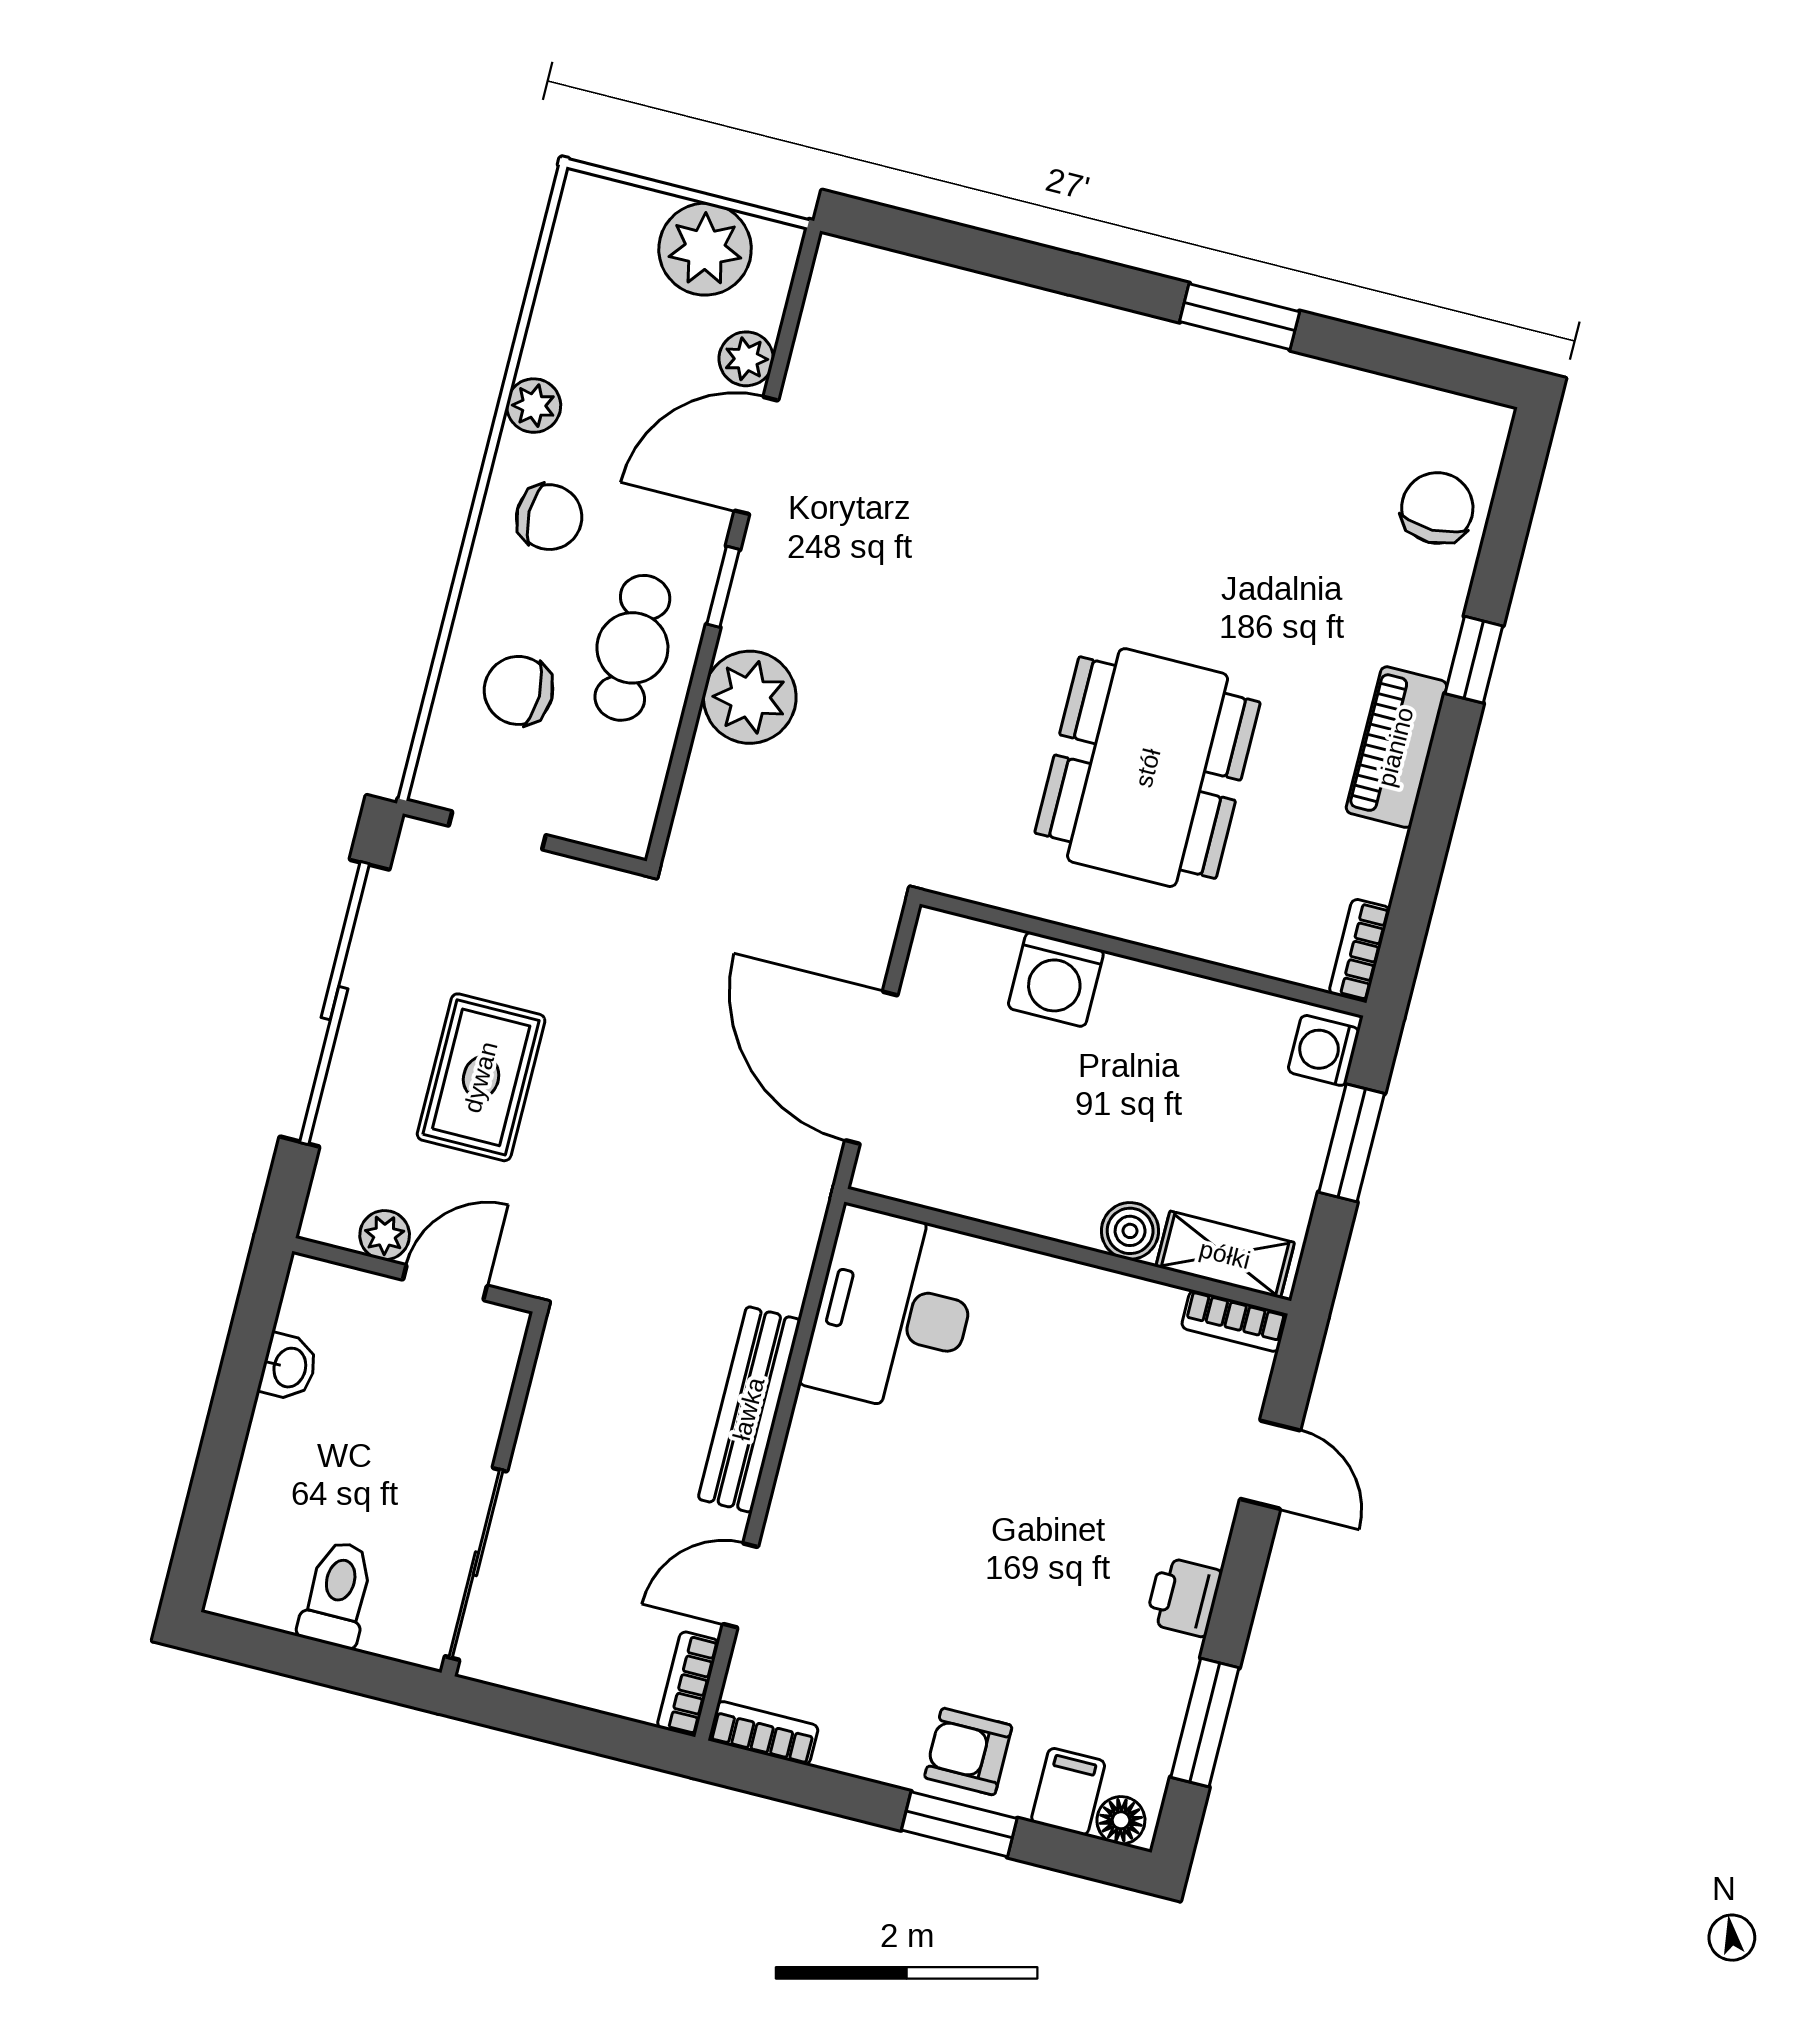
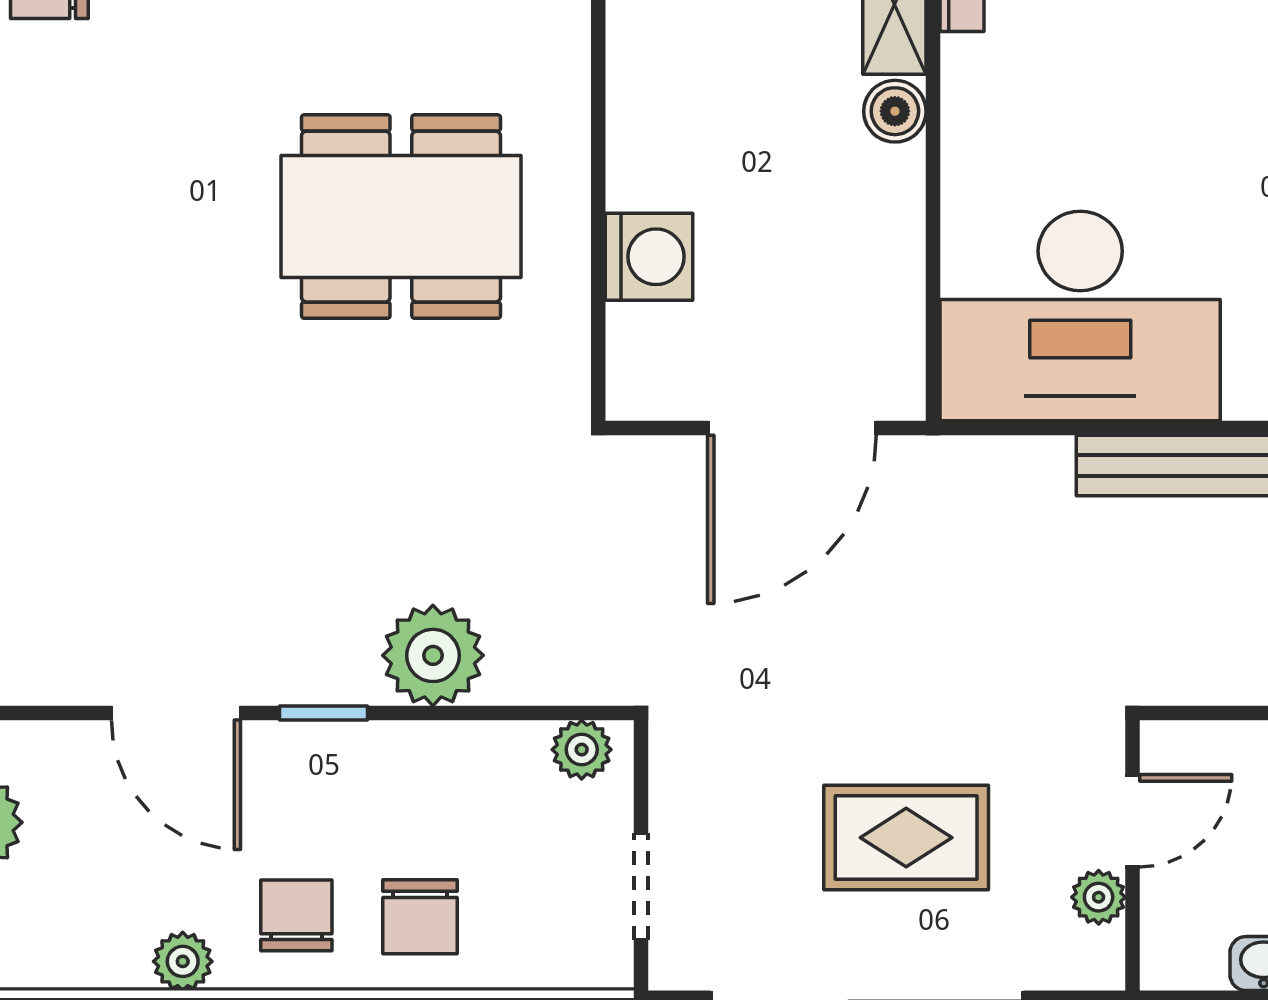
plant: (746, 359) -> (582, 750), moved
cafe table: (632, 648) -> (412, 792), removed
chair: (518, 690) -> (420, 917), moved
door: (445, 1283) -> (1133, 821), swing flipped
desk: (893, 1311) -> (1080, 316), width x1.36, depth x1.30

